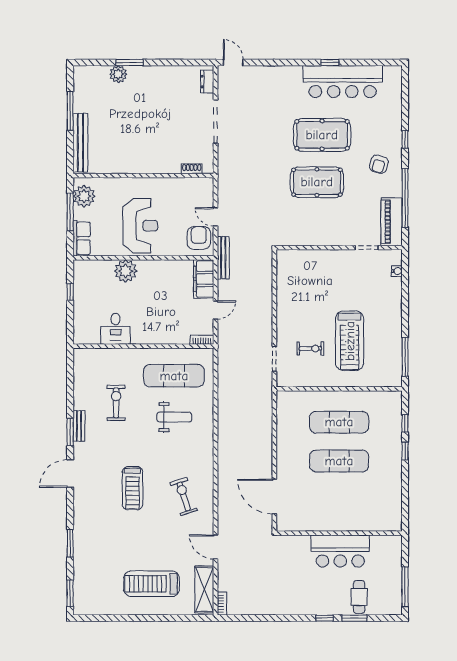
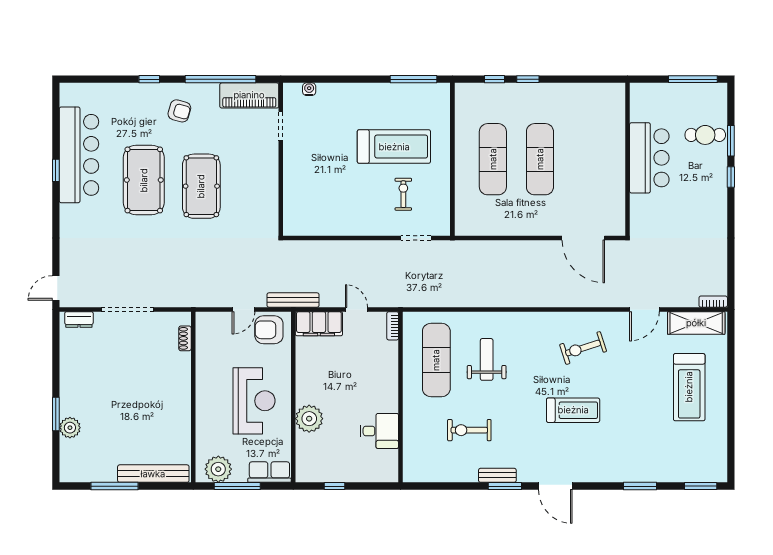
reception desk: (140, 226) -> (254, 401), turned 90
door: (274, 497) -> (583, 238), hinge flipped

